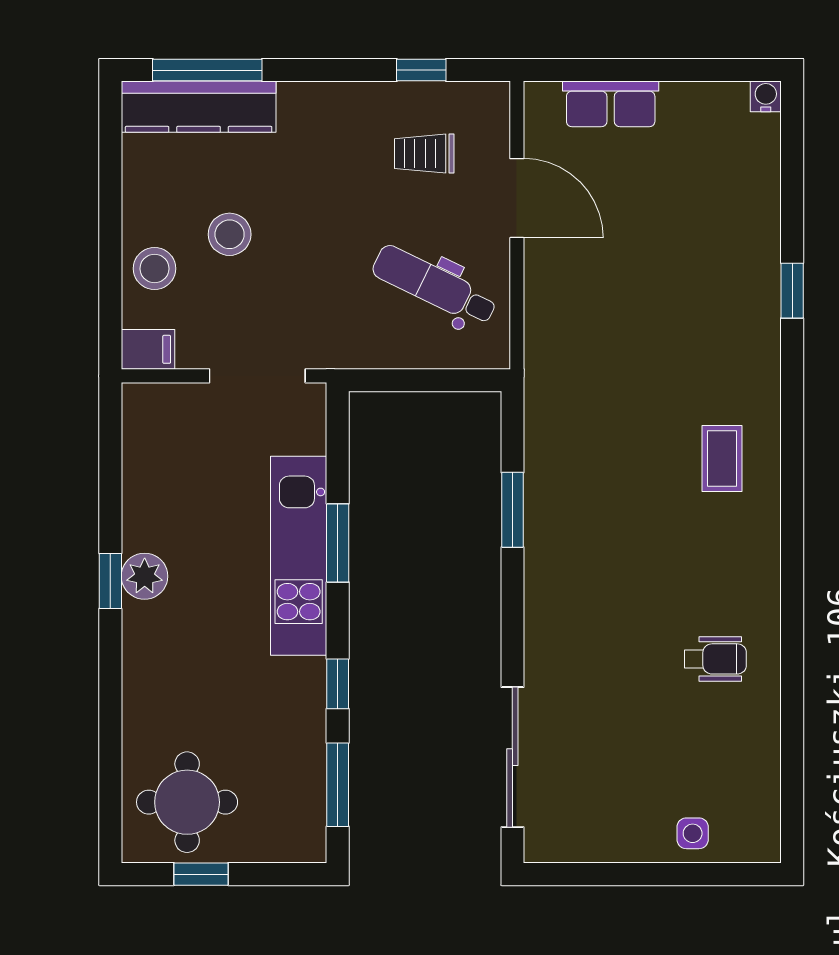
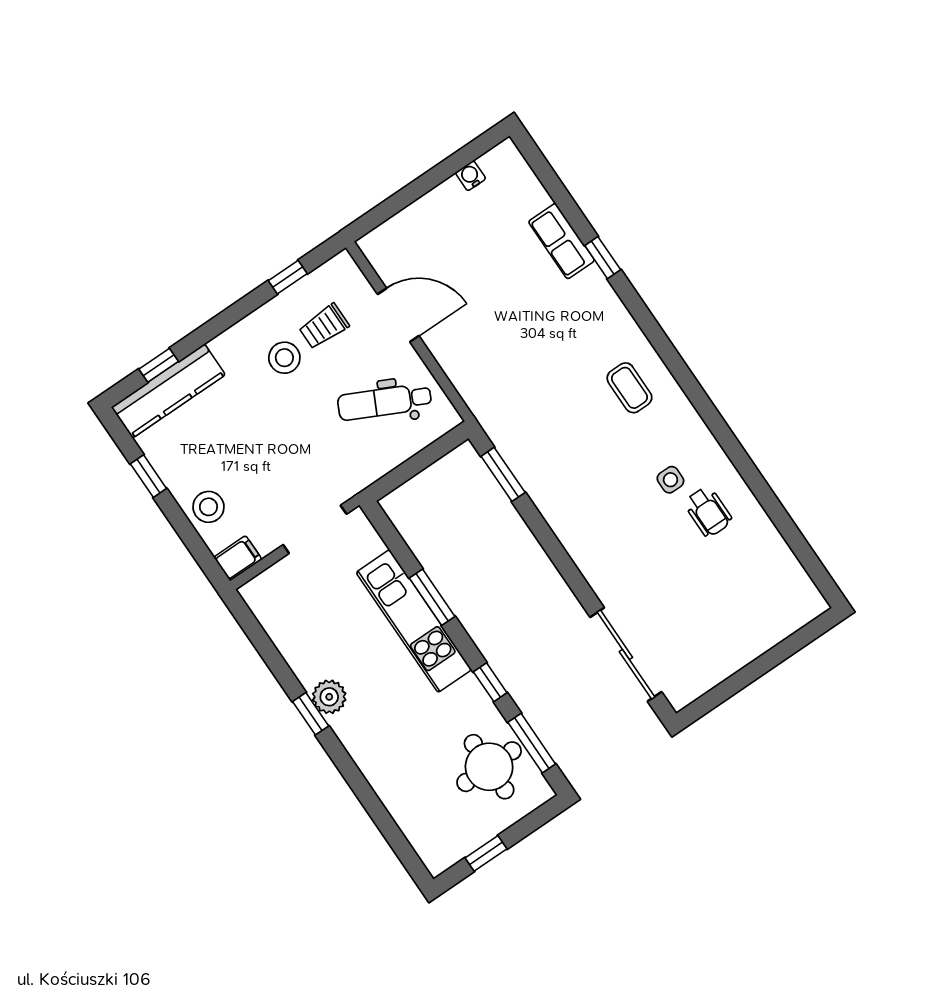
window: (207, 70) -> (159, 365), width x0.46
water cooler: (766, 96) -> (471, 176), moved
row of seats: (611, 104) -> (561, 241), moved, turned 90
window: (110, 187) -> (148, 476), added
stool: (230, 234) -> (284, 358), moved
window: (512, 510) -> (503, 474), moved
wheelchair: (715, 659) -> (708, 512), turned 90
round table: (187, 802) -> (489, 767), moved
side table: (693, 833) -> (670, 480), moved

